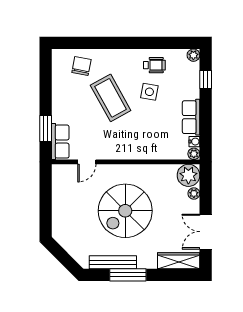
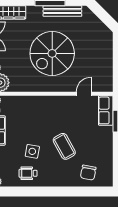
coffee table: (111, 98) -> (64, 146), width x0.73, depth x0.76
spiral stairs: (125, 211) -> (52, 53), turned 180

